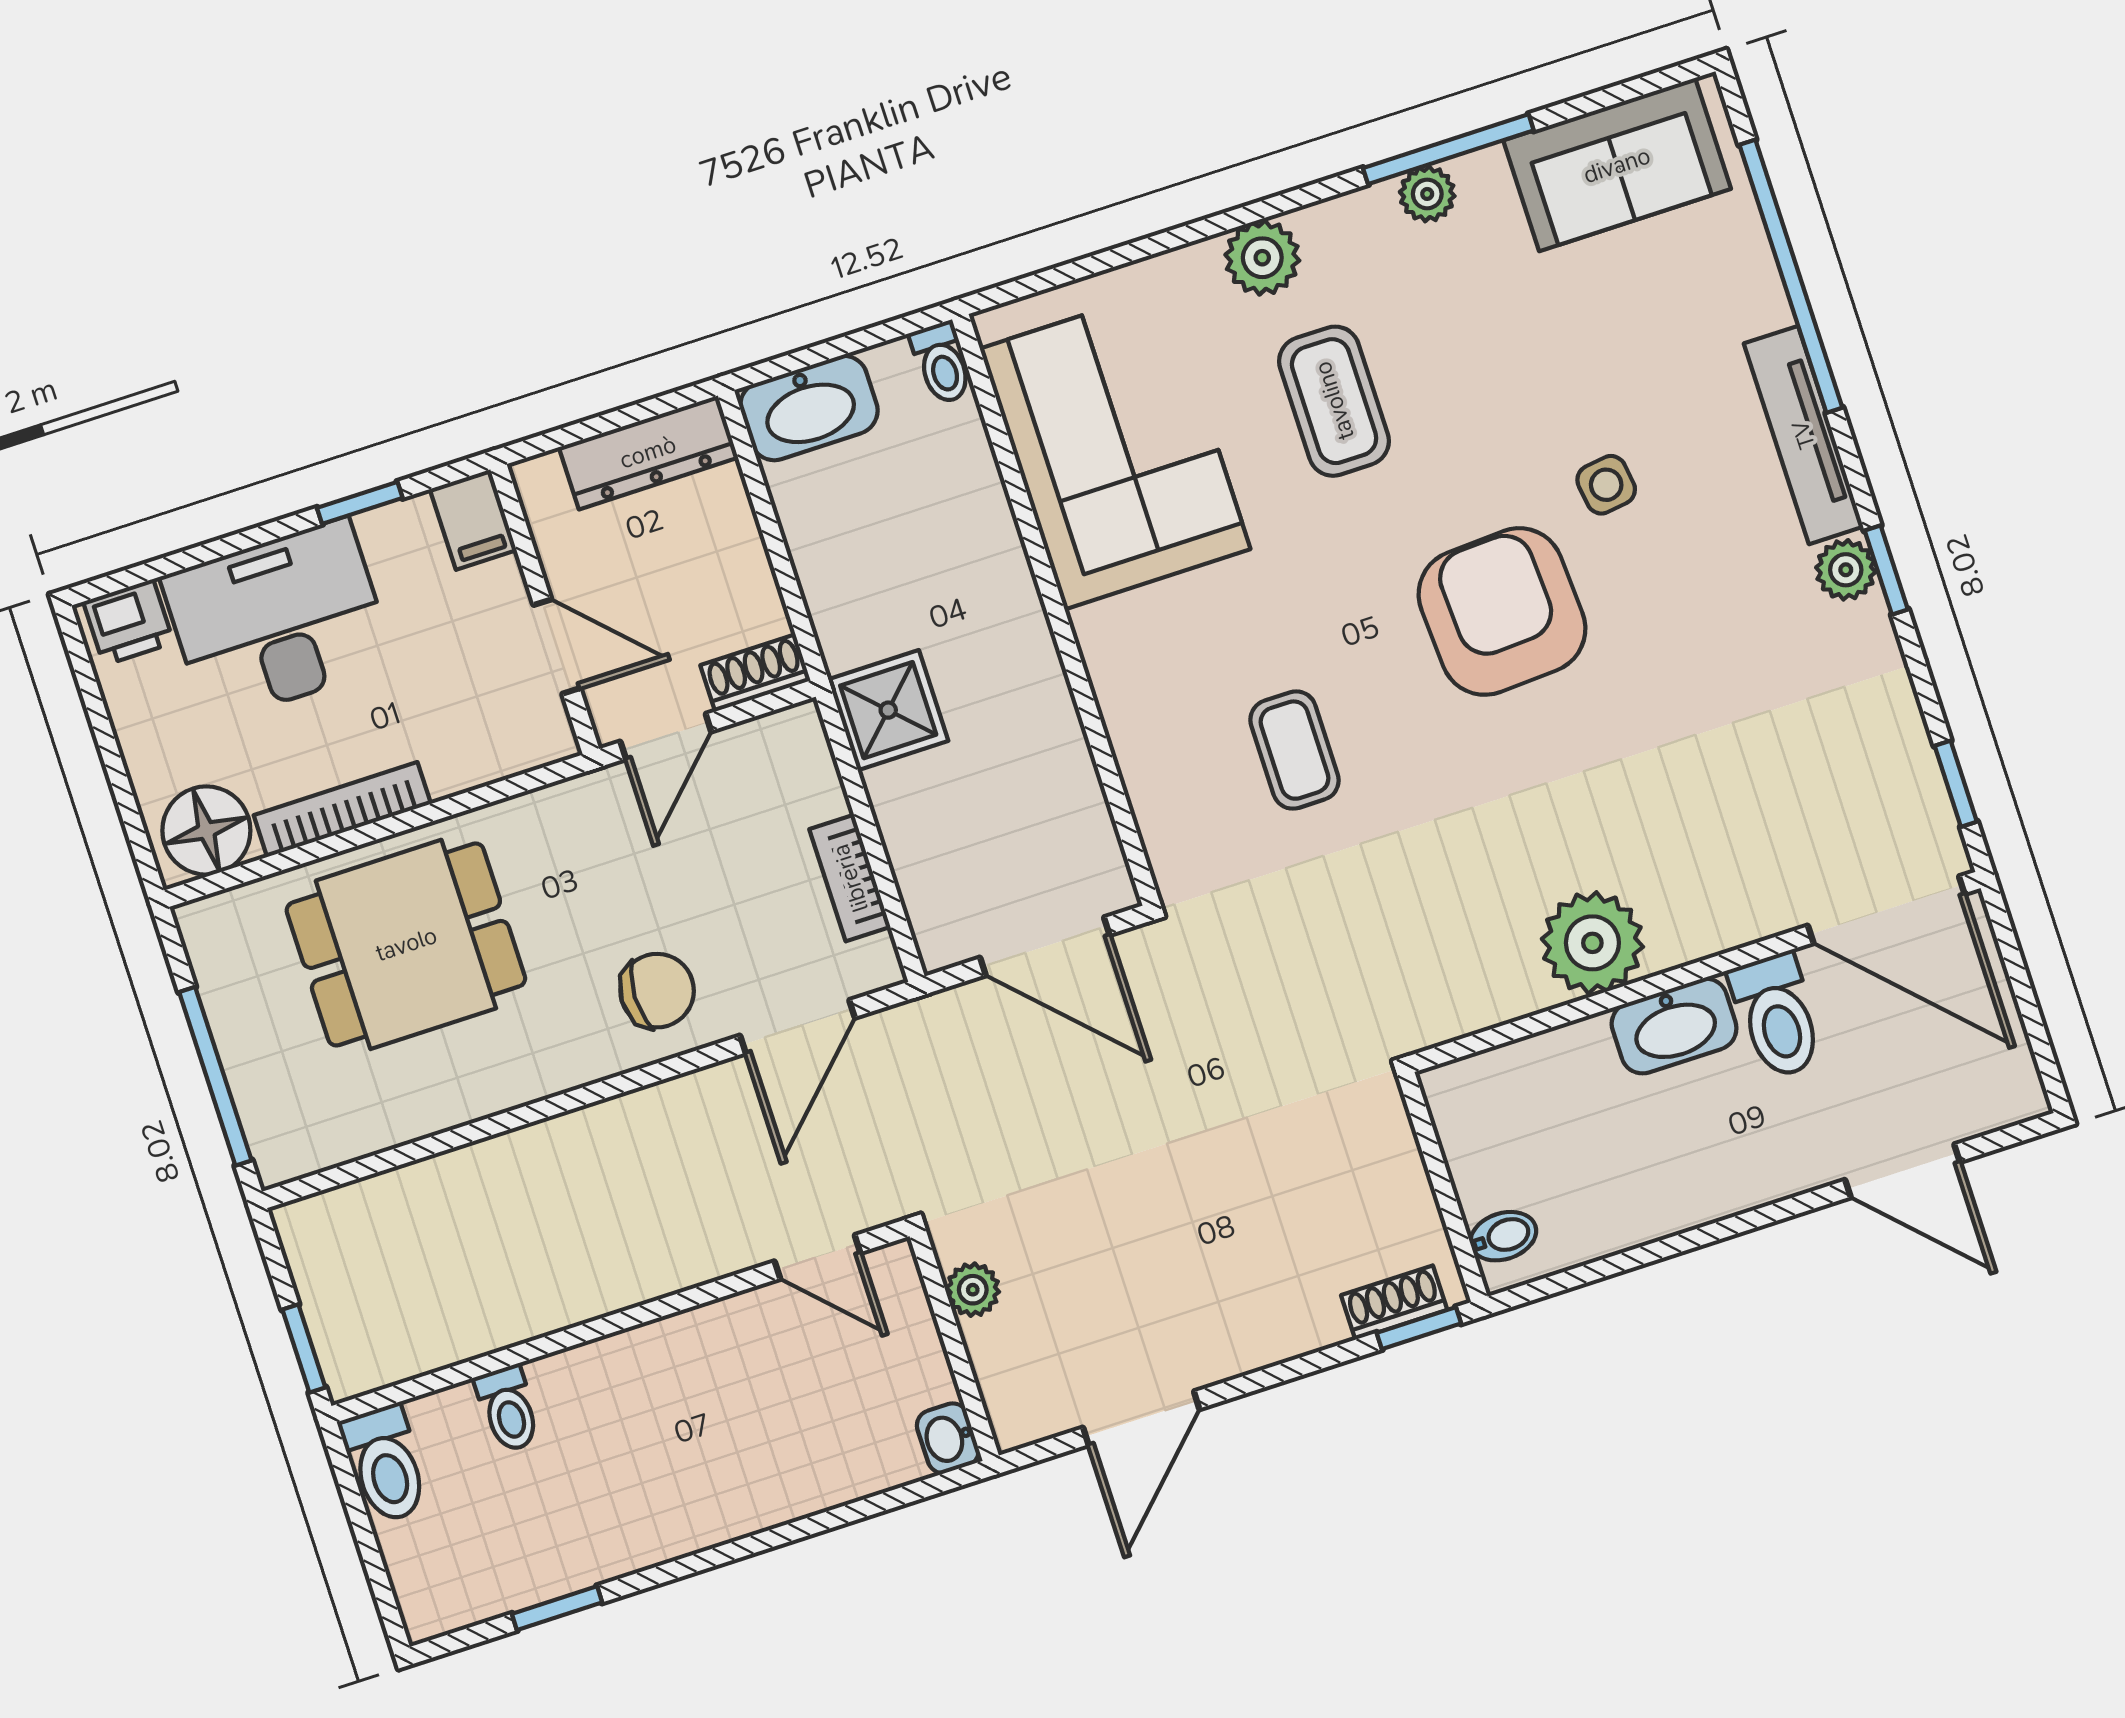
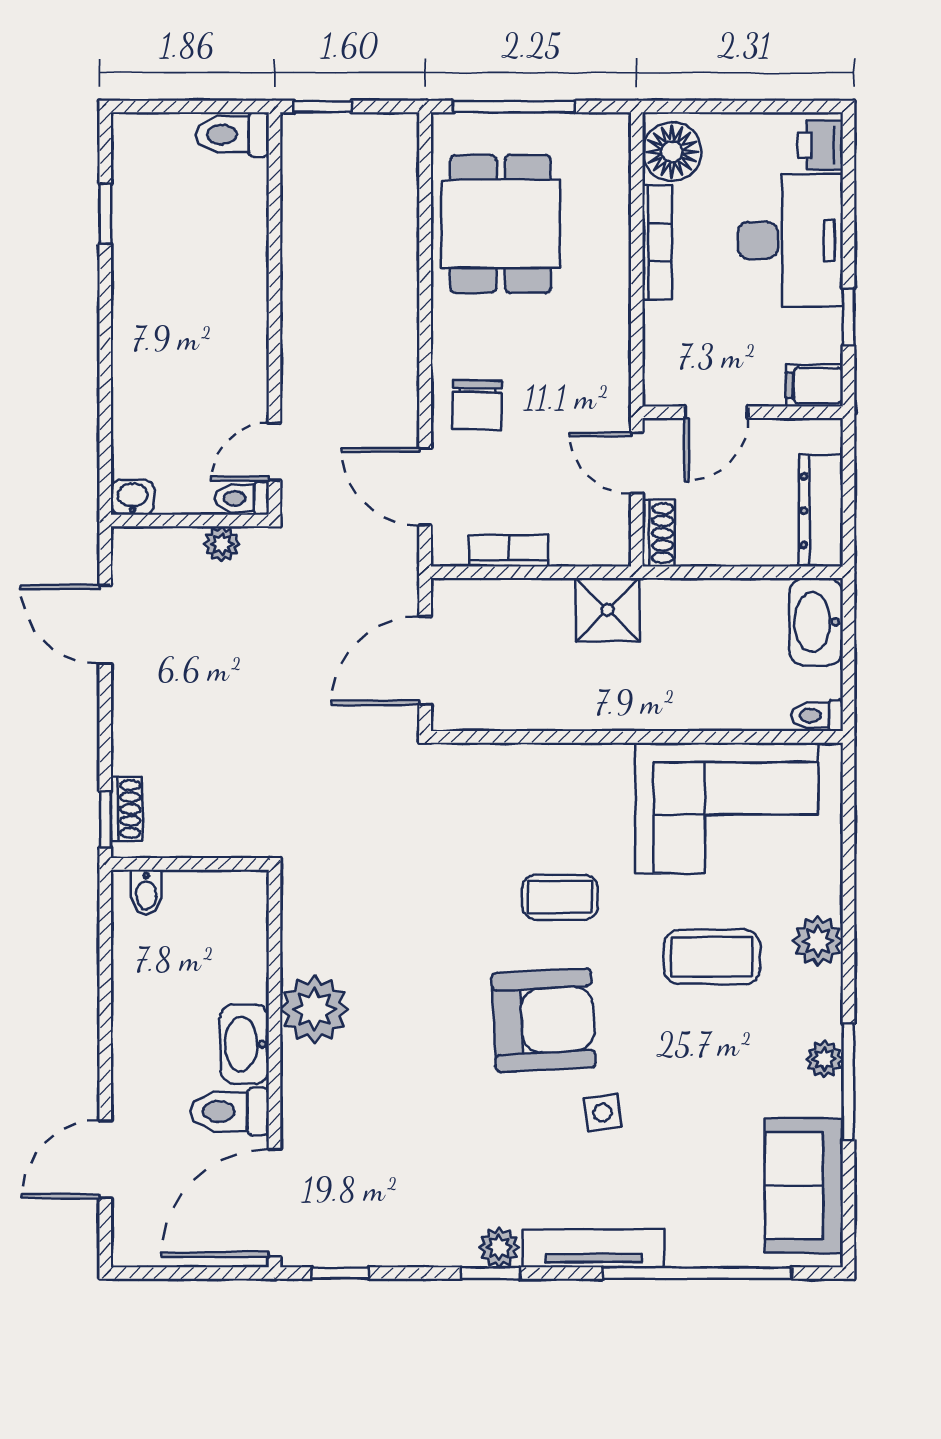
coffee table: (1295, 750) -> (560, 897), moved
dining table: (406, 944) -> (501, 224), moved
toilet: (508, 1409) -> (242, 498), moved

